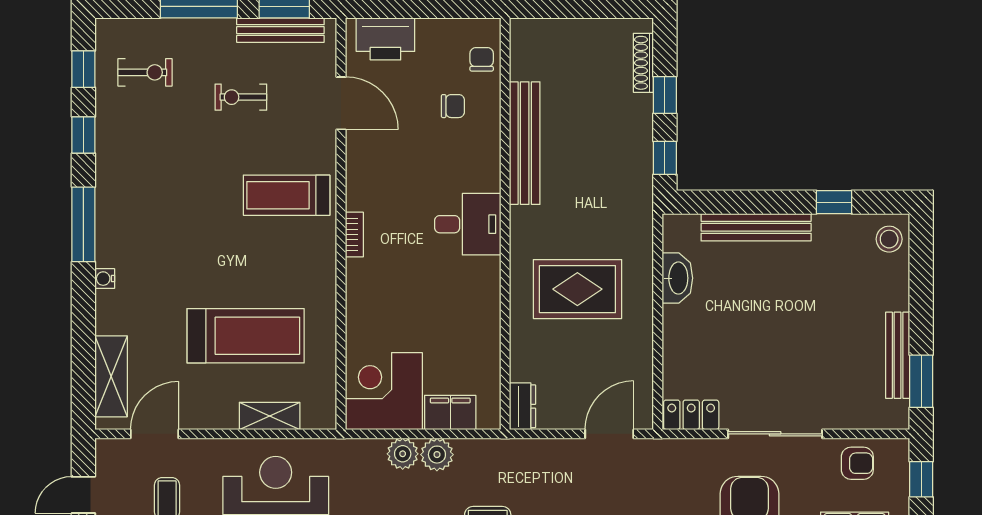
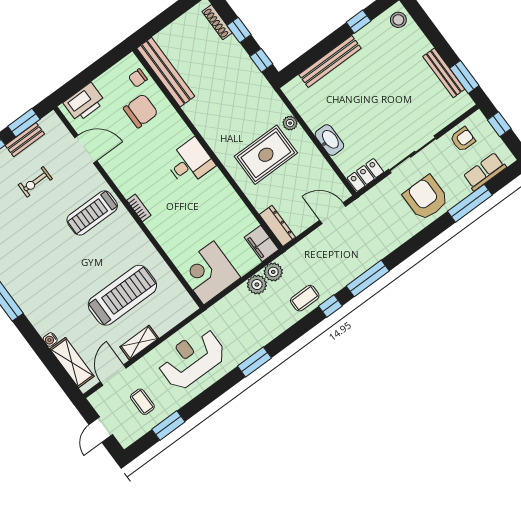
bench: (280, 30) -> (25, 140), width x0.73
chair: (482, 59) -> (138, 78), turned -90
chair: (453, 106) -> (141, 111), width x1.87, depth x1.87
bench: (525, 143) -> (166, 72), moved
plant: (641, 270) -> (290, 123), added
washbasin: (677, 278) -> (329, 140), moved
water cooler: (105, 279) -> (50, 340), moved
dresser: (523, 406) -> (277, 226), width x1.44
filing cabinet: (450, 412) -> (261, 243), moved, turned -90
shelving: (270, 416) -> (139, 342), moved
door: (609, 434) -> (333, 213), hinge flipped
plant: (403, 454) -> (273, 272), moved

